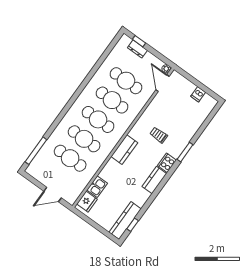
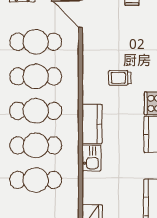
kitchen sink: (97, 187) -> (91, 158), moved

